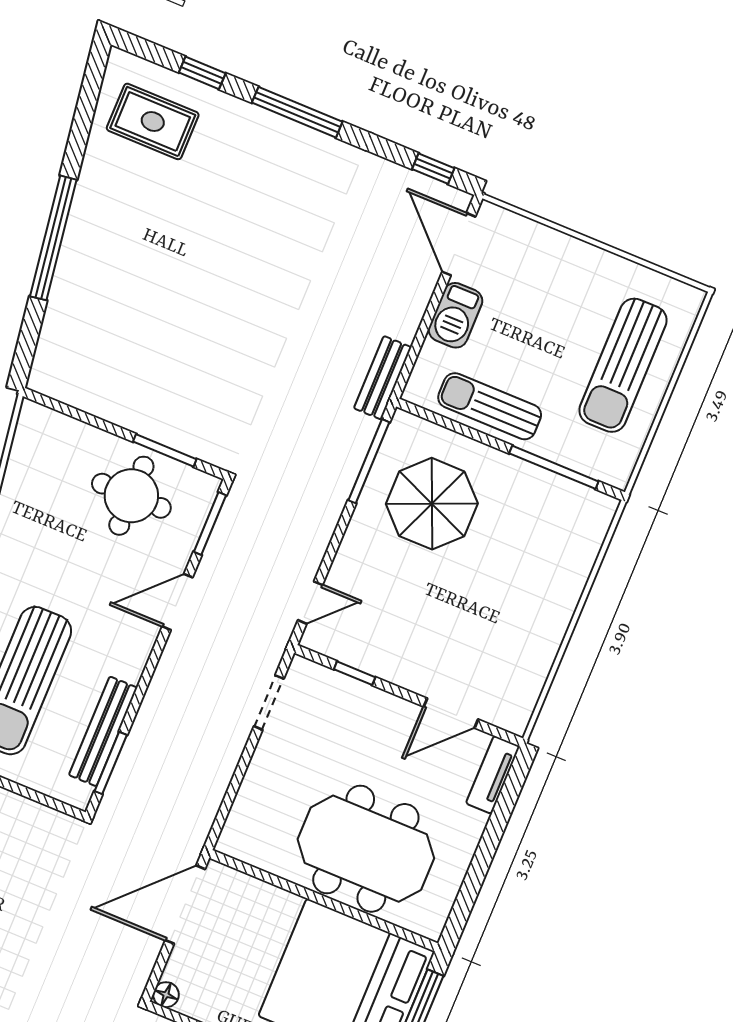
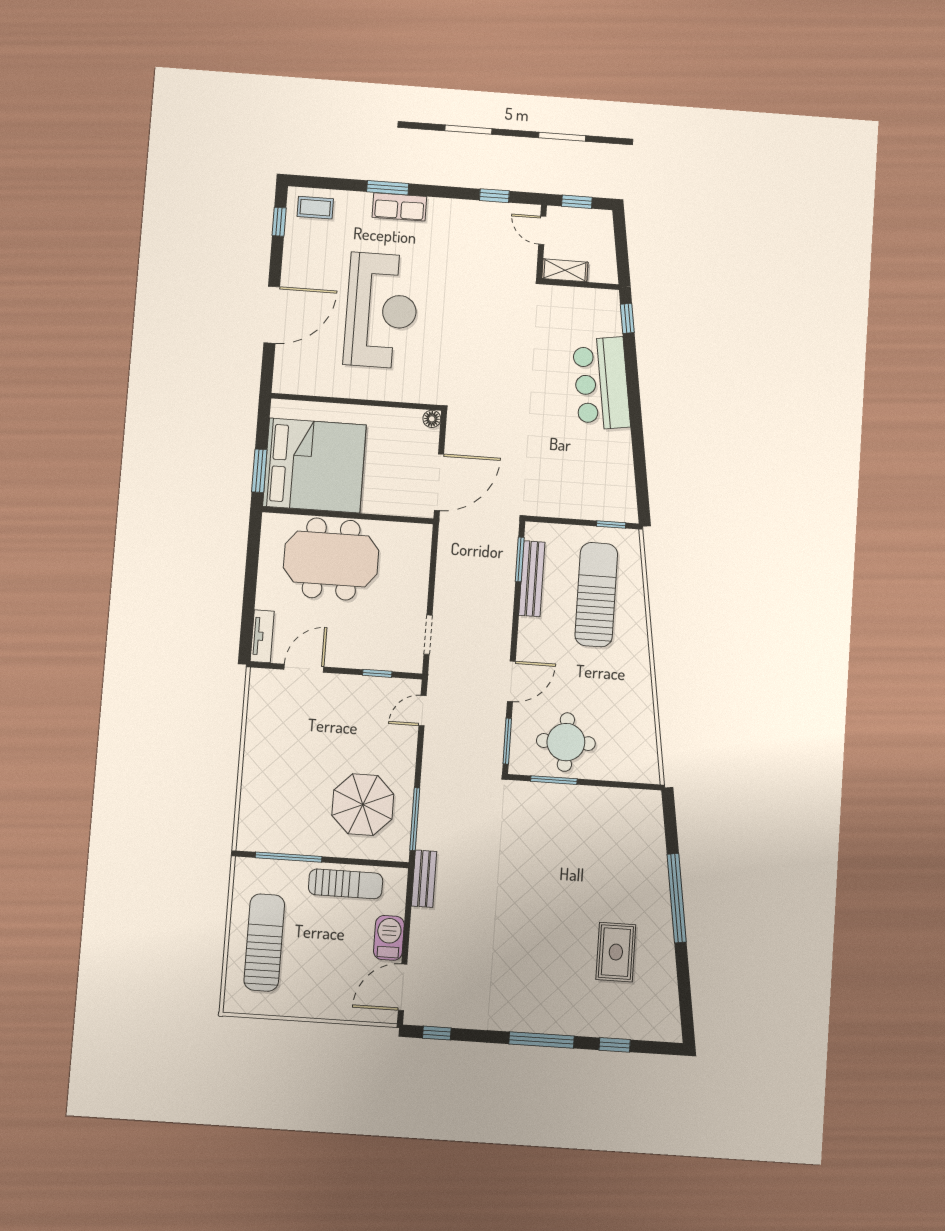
rug: (153, 121) -> (616, 952), moved, turned 90
door: (459, 244) -> (403, 987), swing flipped

